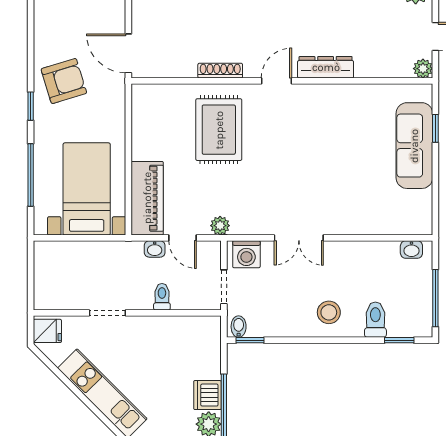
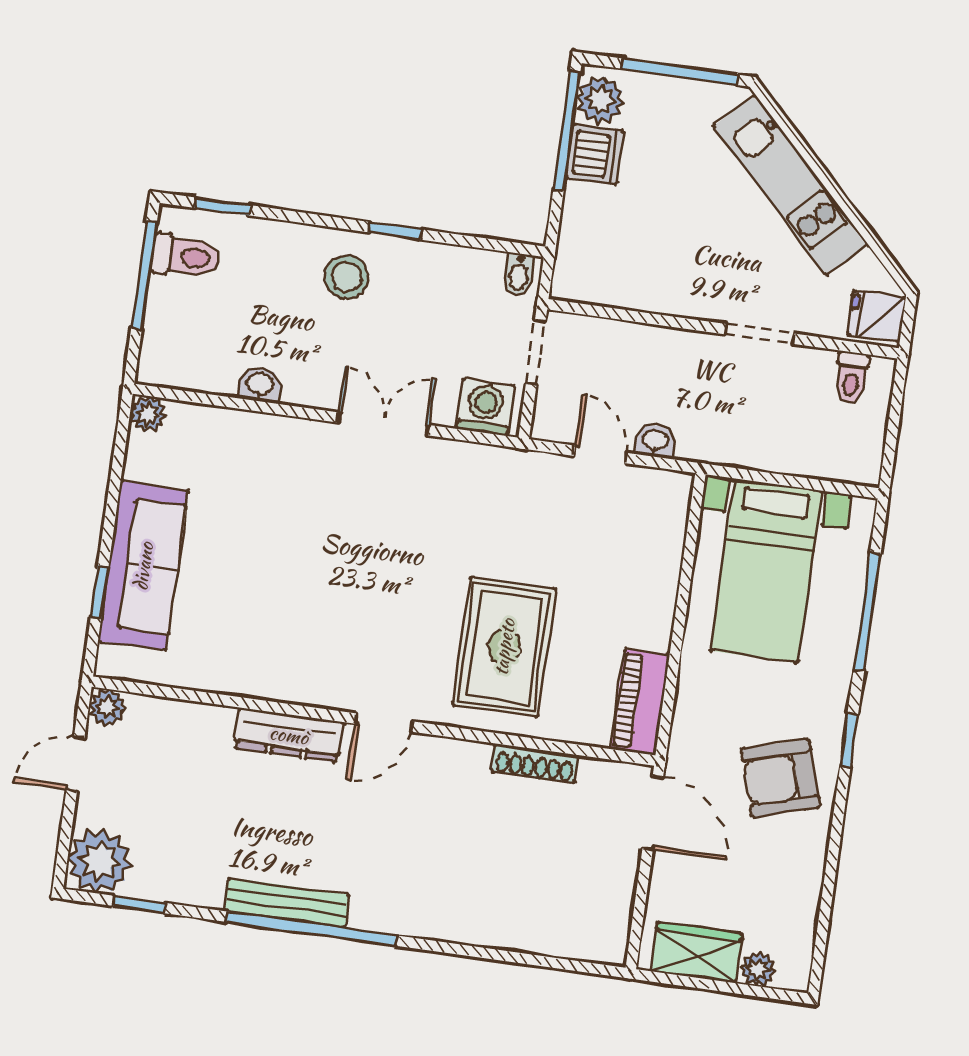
shoe rack: (220, 71) -> (535, 763), moved
piano: (147, 198) -> (640, 702), moved, width x0.73, depth x0.75
plant: (220, 226) -> (148, 414), moved
washbasin: (411, 249) -> (260, 384), moved
toilet: (162, 297) -> (851, 378), moved
toilet: (375, 320) -> (186, 256), moved, turned -90
window: (250, 340) -> (395, 231), moved

